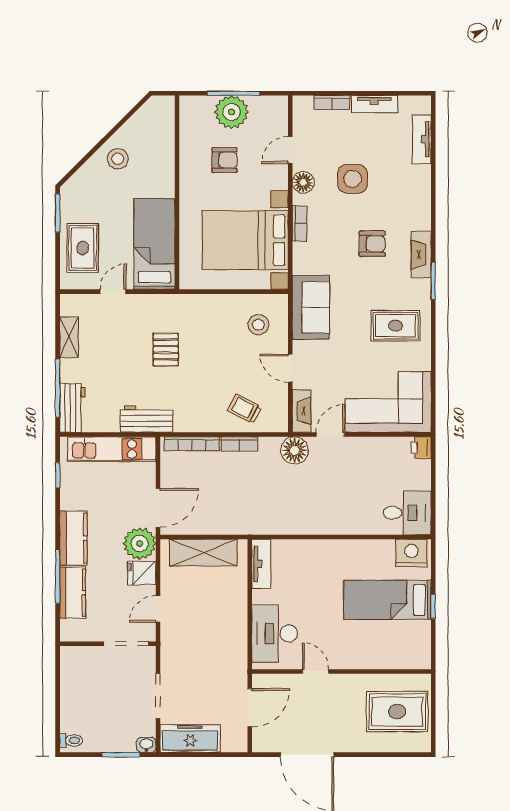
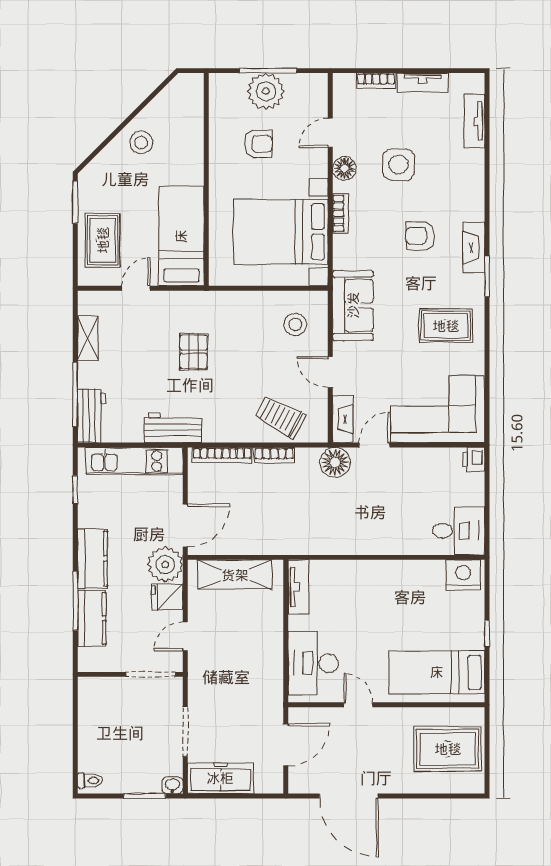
armchair: (372, 244) -> (420, 236), turned 180
trolley: (244, 409) -> (280, 417), width x1.36, depth x1.39
bed: (387, 600) -> (437, 672), moved

